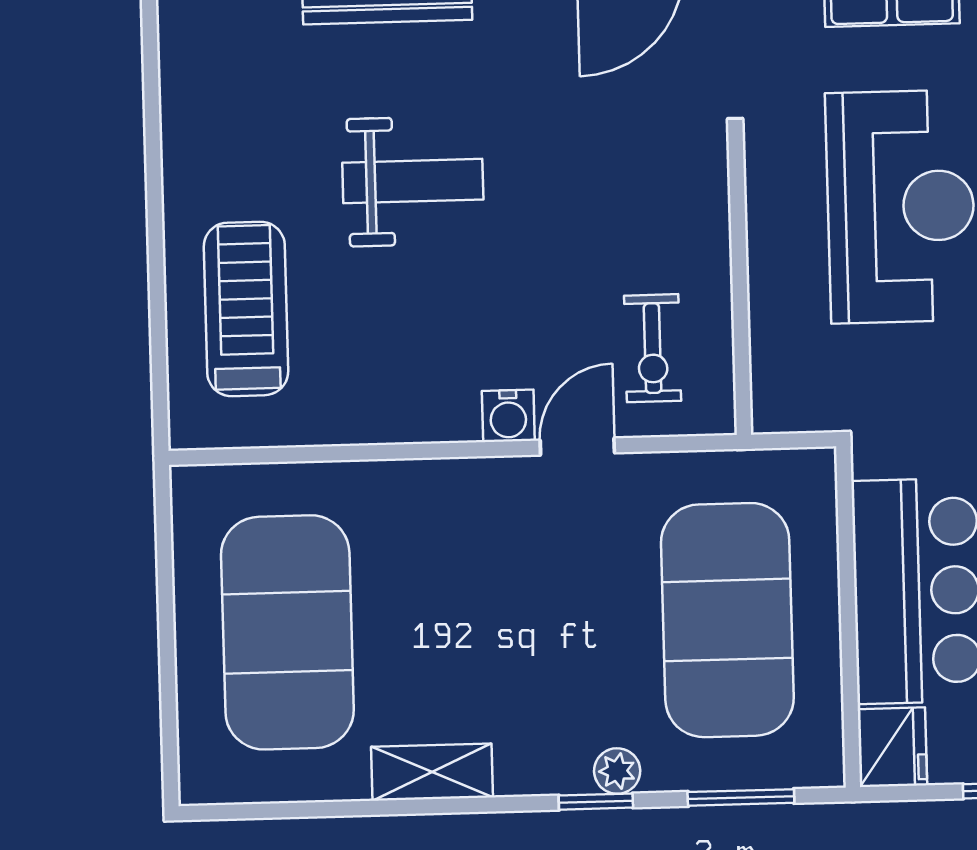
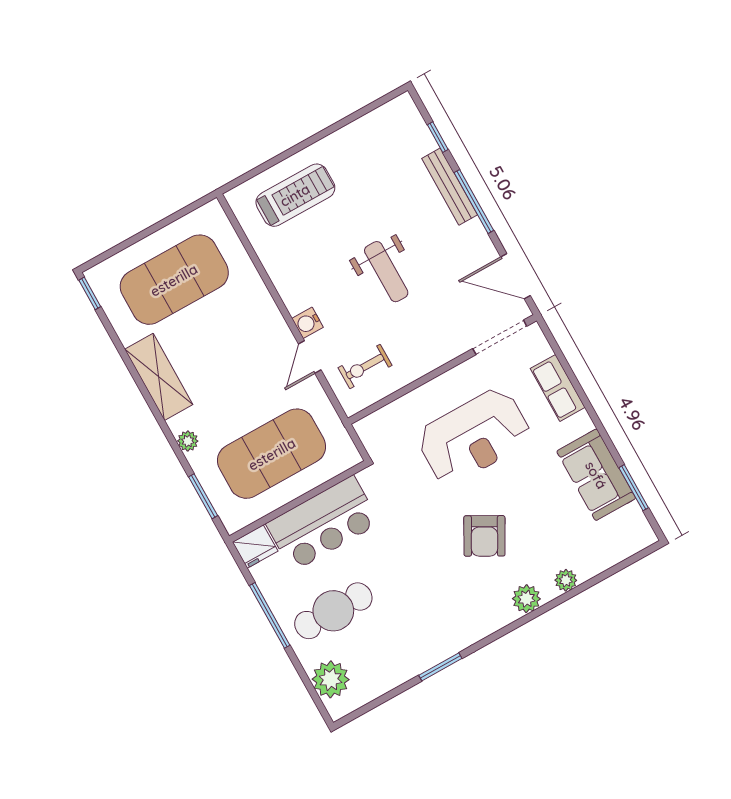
weight bench: (413, 181) -> (386, 272), moved
door: (577, 447) -> (310, 357), swing flipped
shelving: (432, 772) -> (159, 377), width x1.50, depth x1.33
window: (596, 802) -> (90, 293), moved

